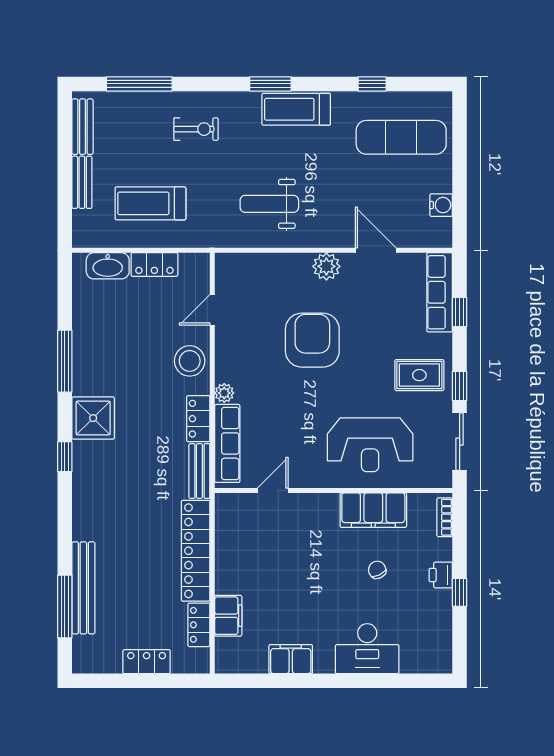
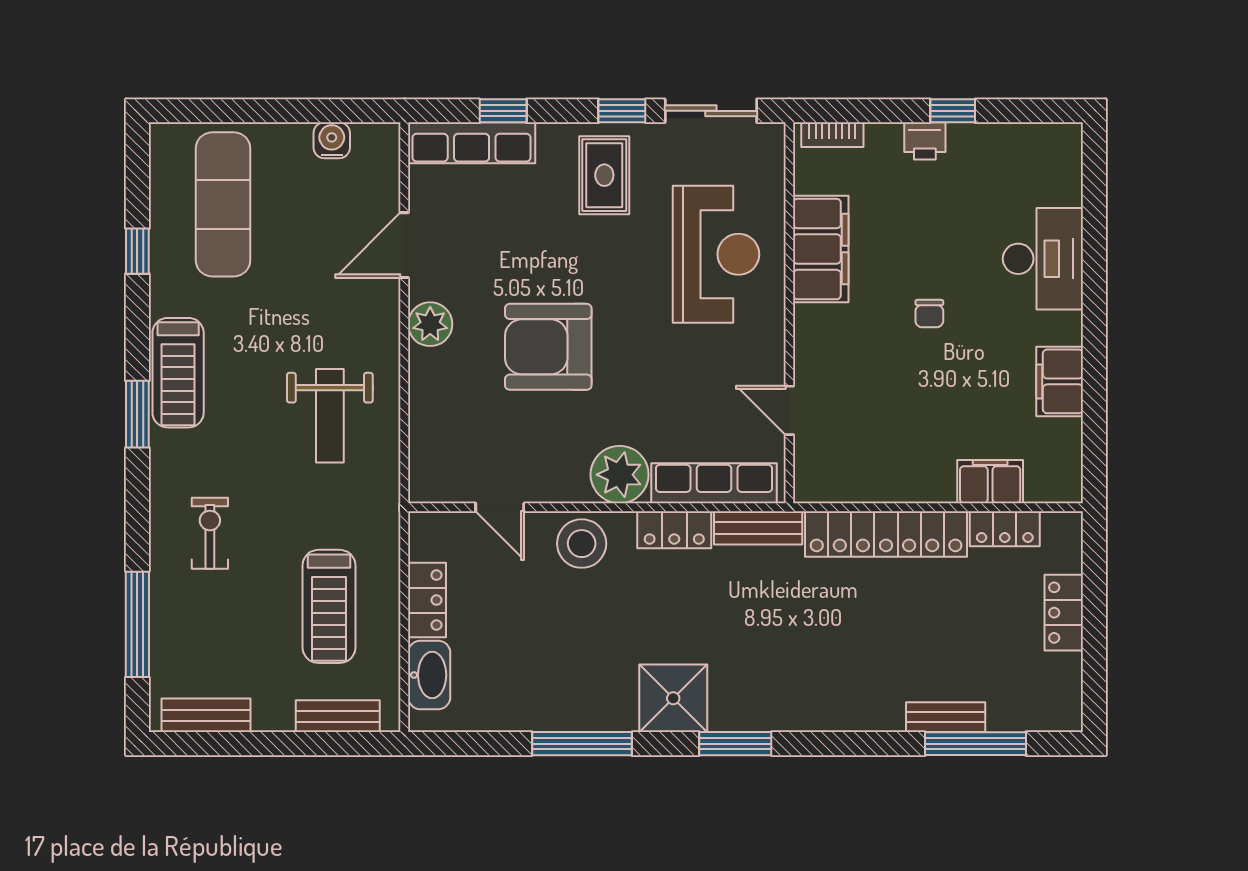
bench: (82, 182) -> (338, 716), moved
plant: (224, 393) -> (620, 475), width x1.88, depth x1.88
window: (65, 457) -> (735, 744), width x1.50
chair: (377, 570) -> (929, 314), moved, turned -64
bench: (83, 588) -> (946, 717), width x0.54, depth x0.82

